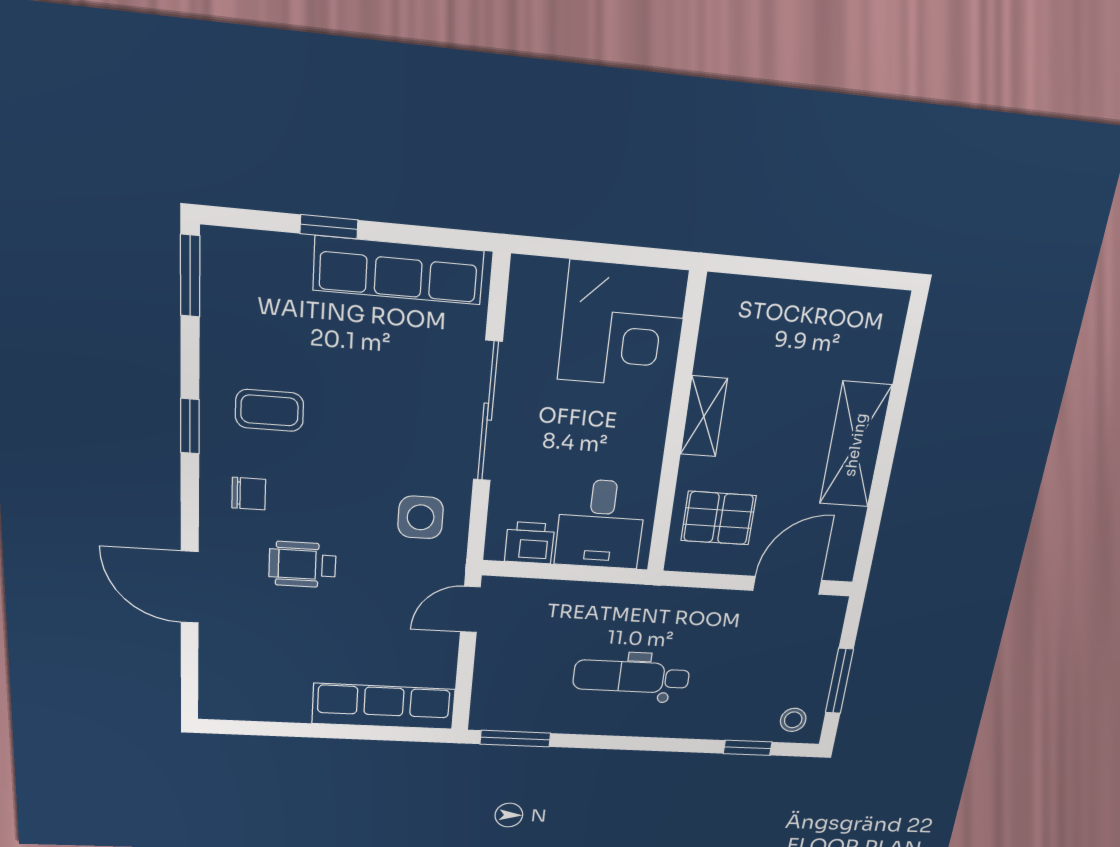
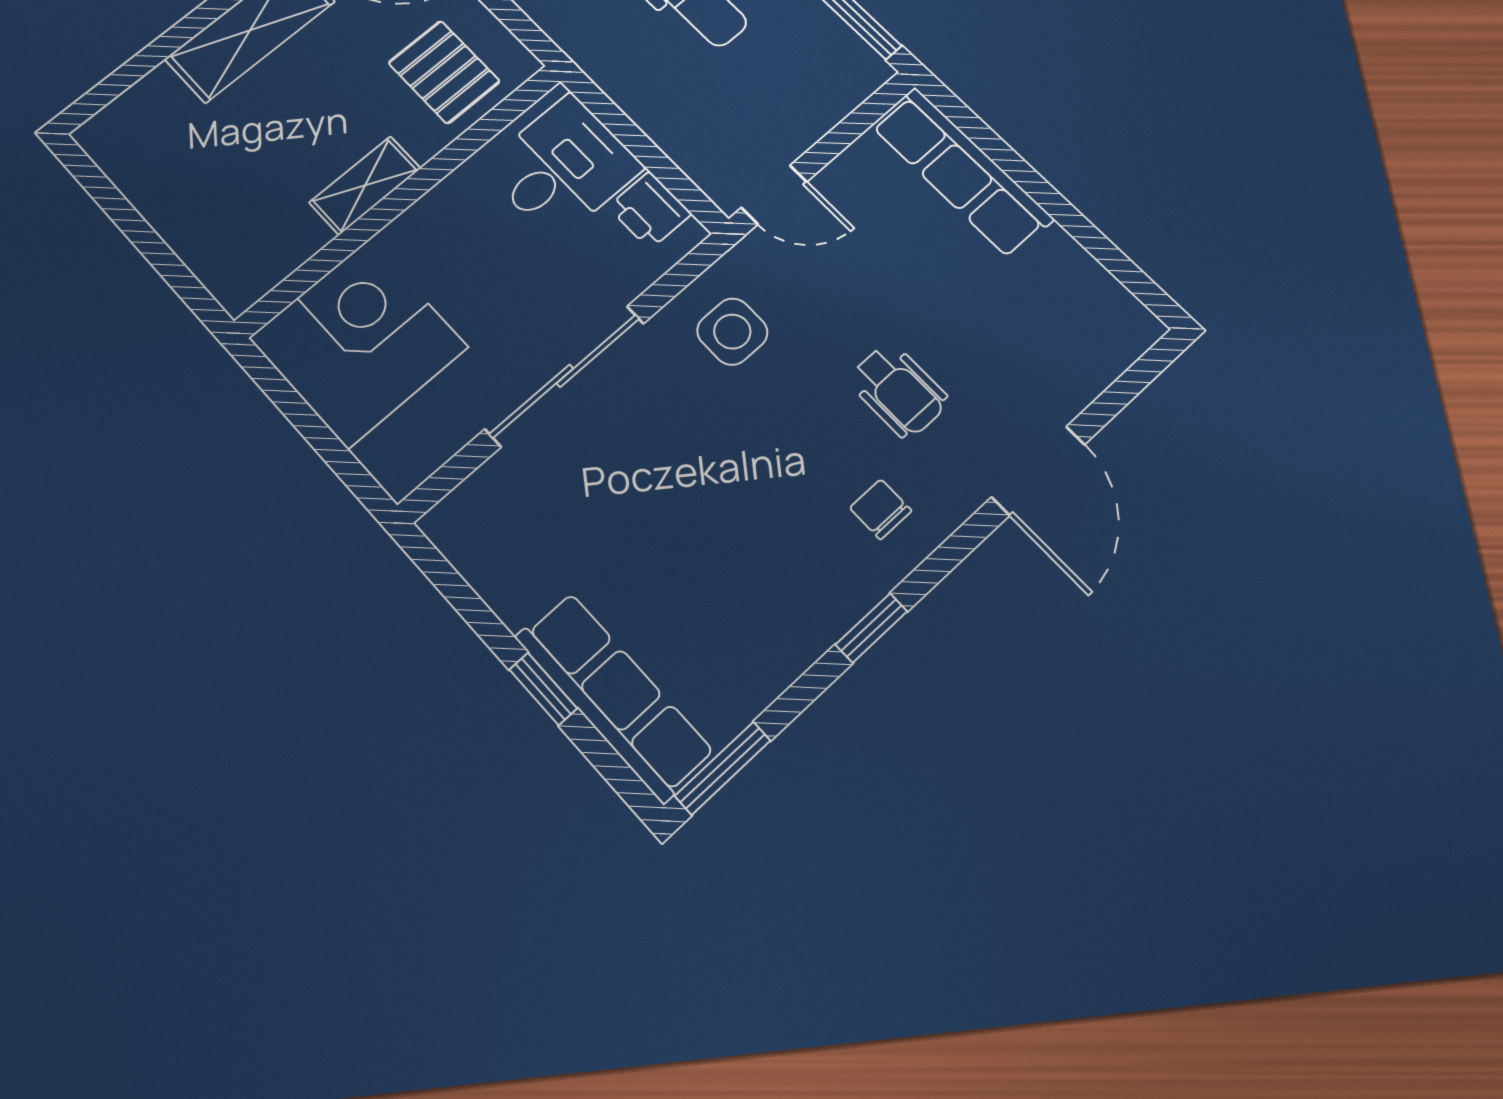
row of seats: (399, 270) -> (615, 696), moved
coffee table: (269, 410) -> (776, 571), removed

